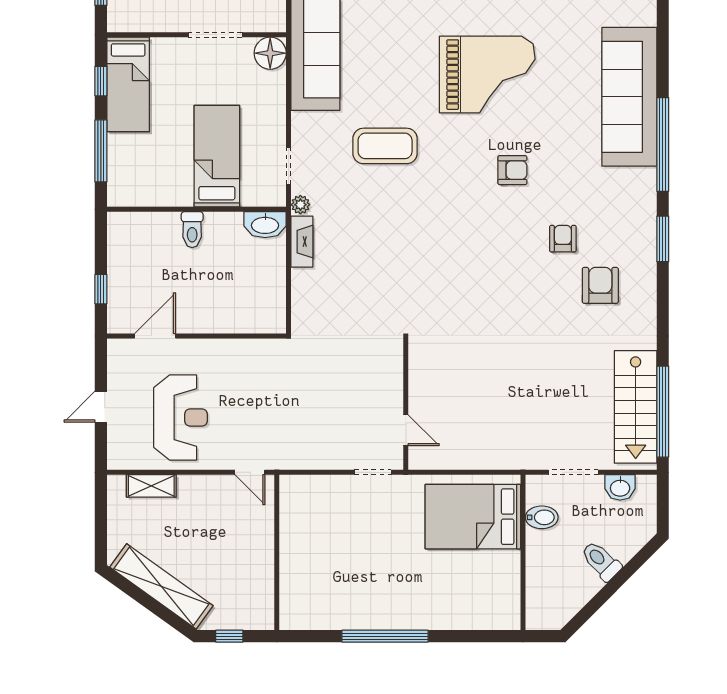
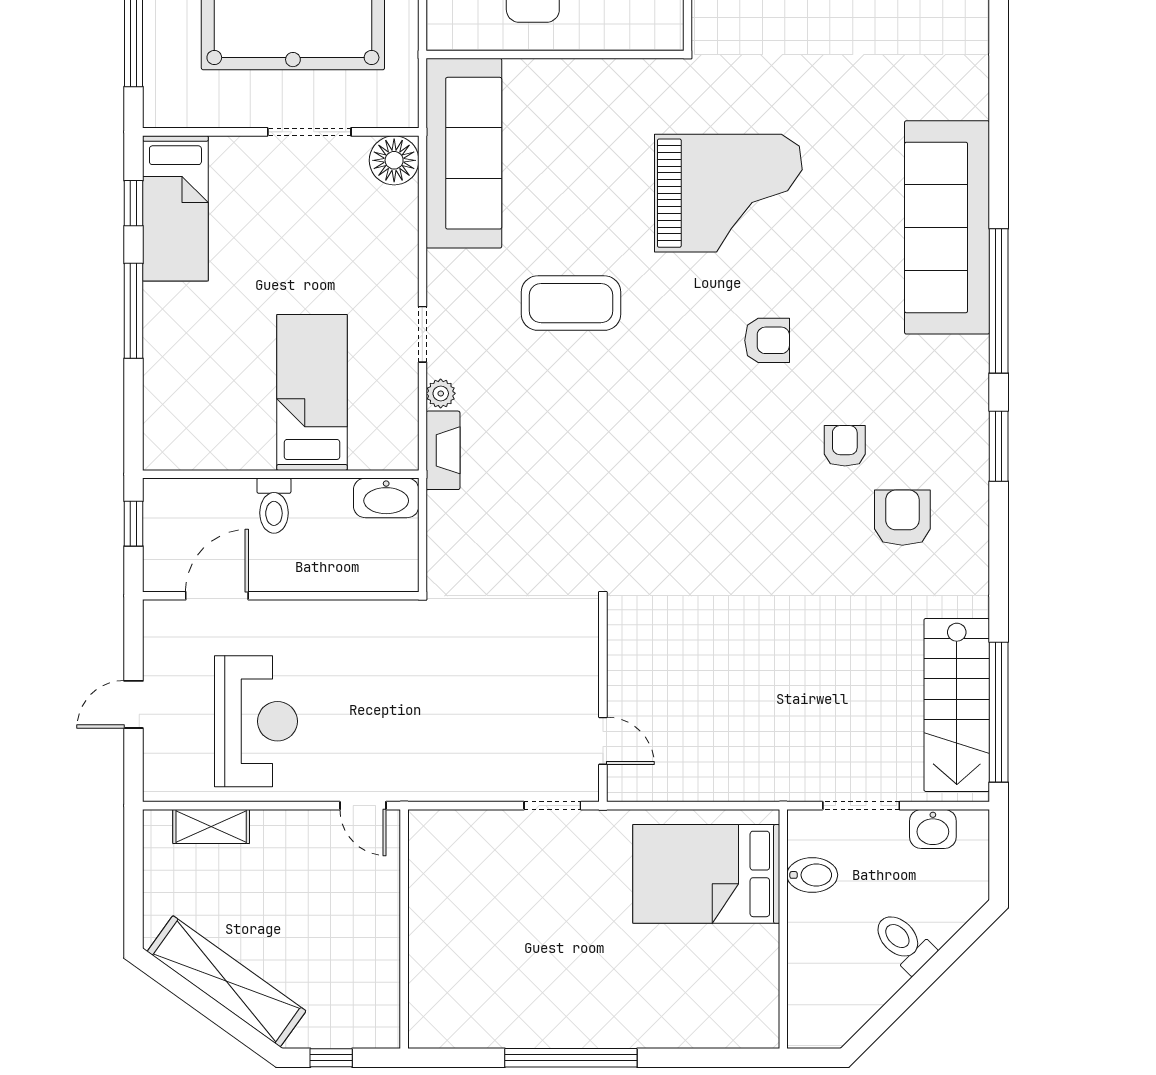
bed: (217, 156) -> (312, 393), moved
wall: (197, 209) -> (281, 474), moved
washbasin: (265, 225) -> (386, 498), moved
toilet: (192, 230) -> (274, 506), moved

